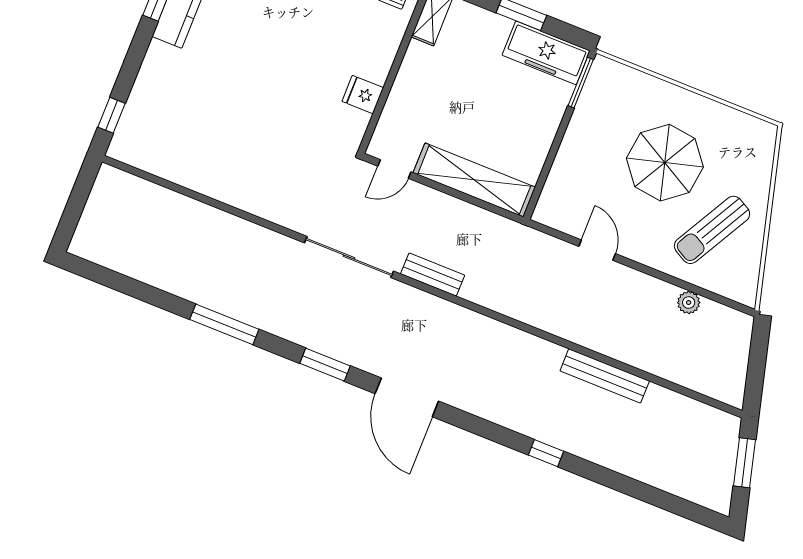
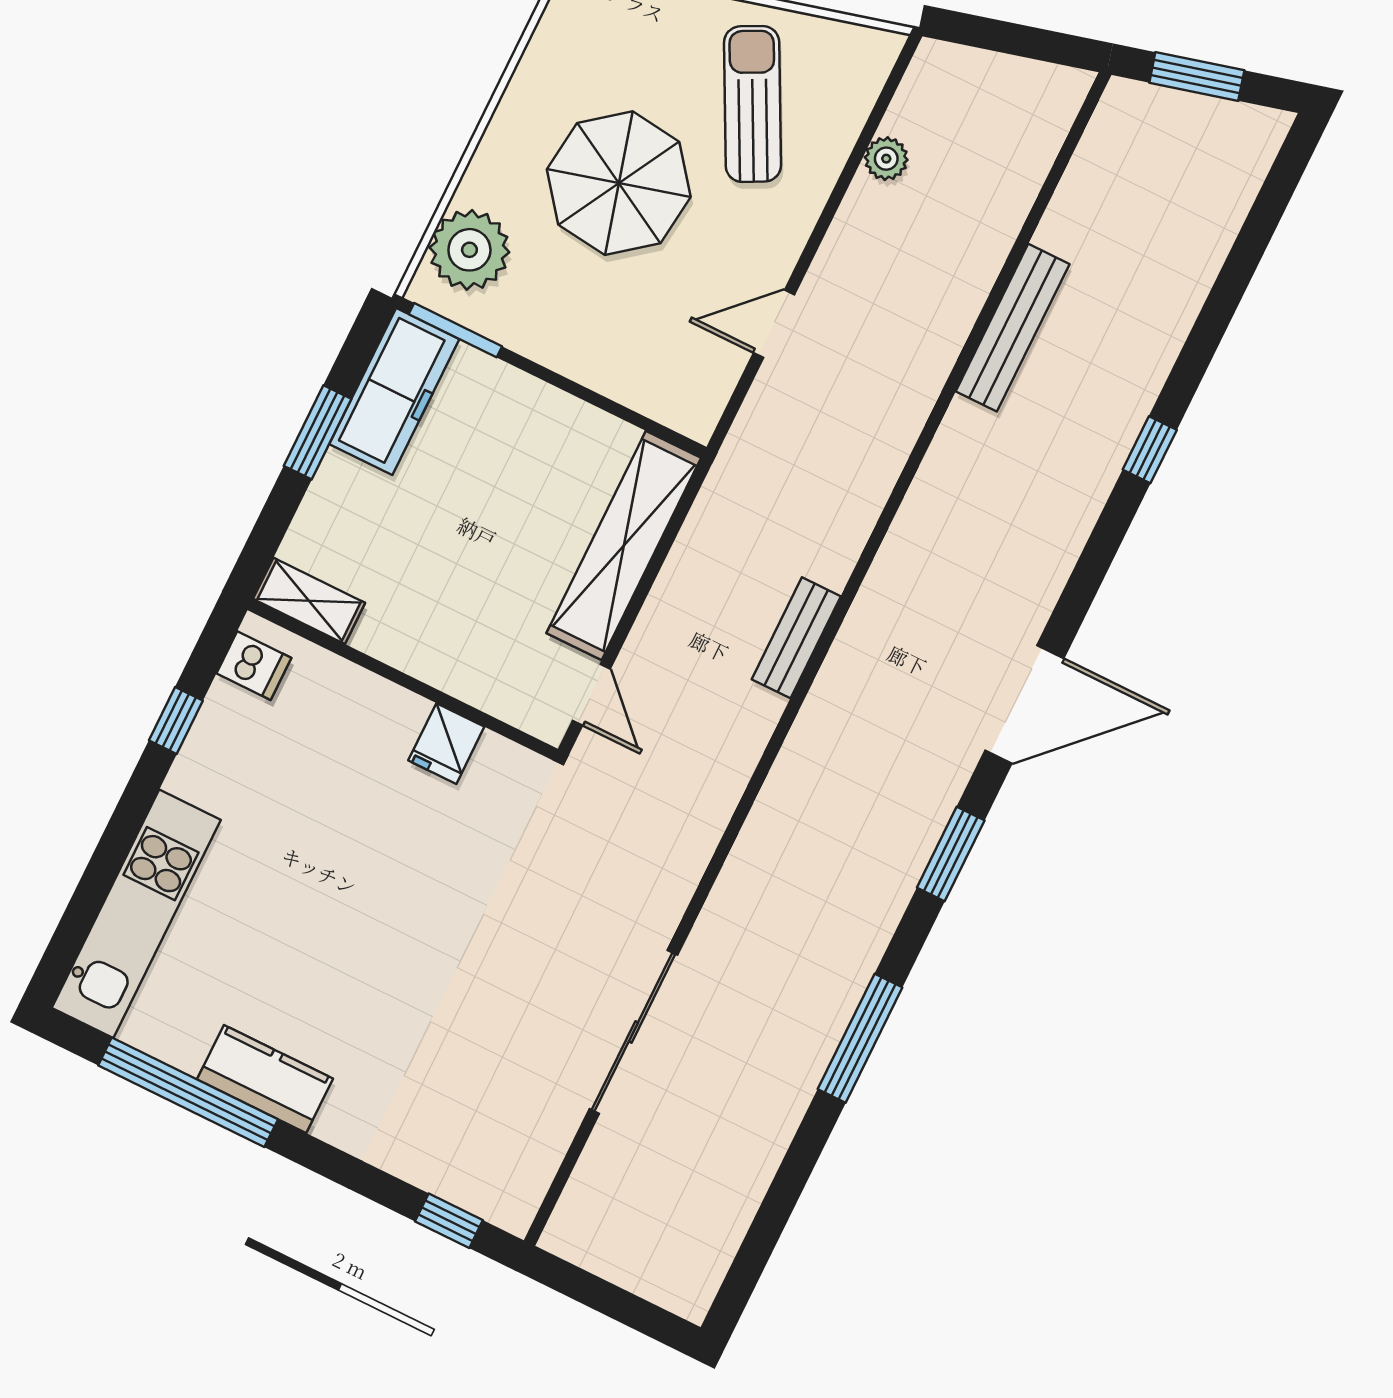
plant: (624, 87) -> (469, 250), added
sun lounger: (712, 230) -> (752, 104), turned -146
sliding door: (349, 257) -> (633, 1032), moved

